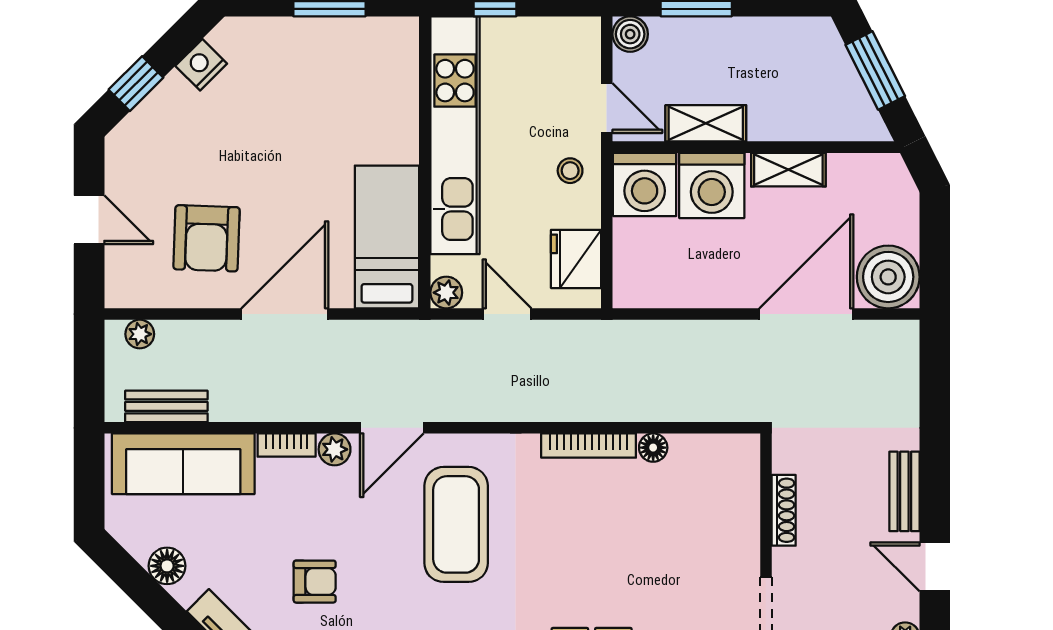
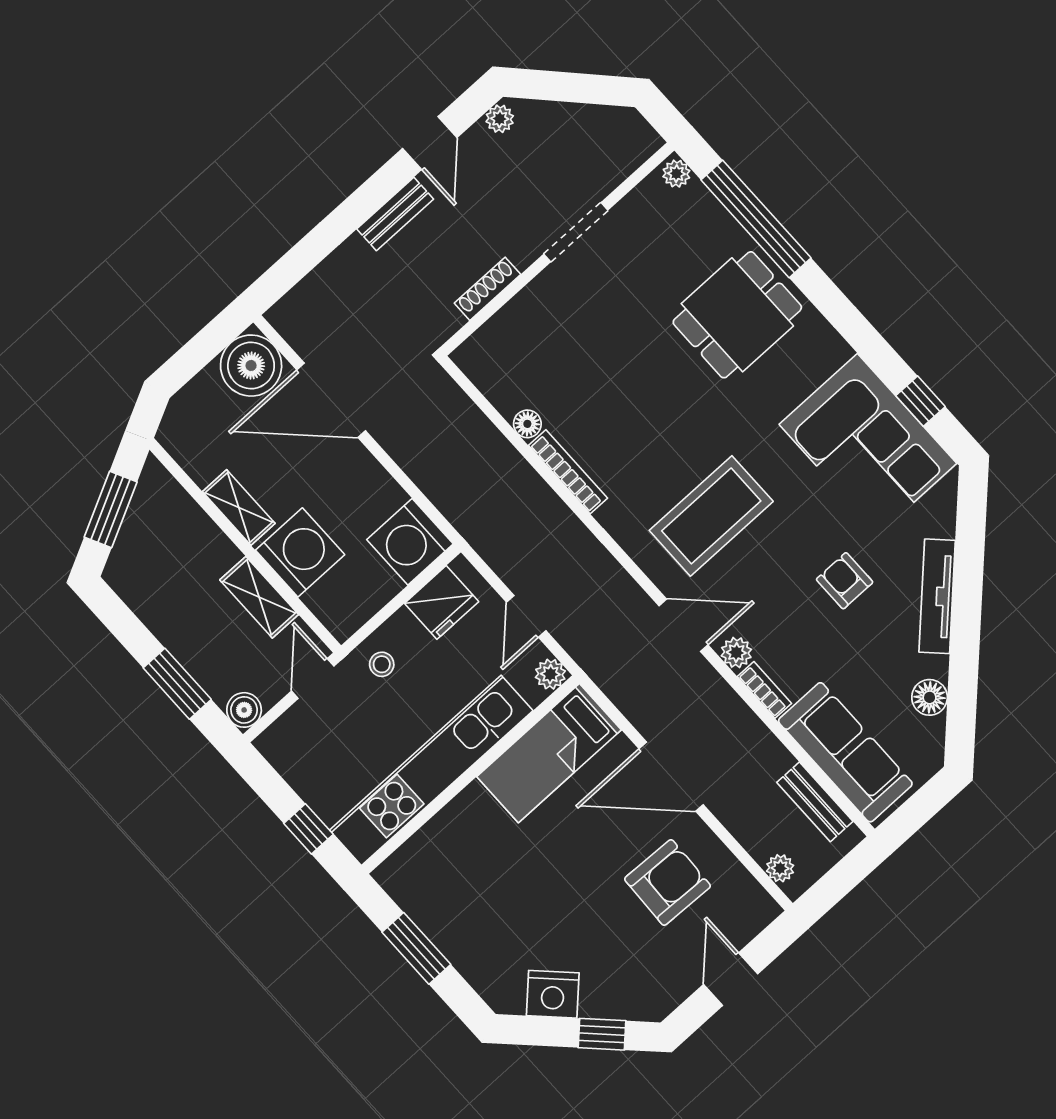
nightstand: (201, 65) -> (553, 994), width x1.36, depth x1.33
washing machine: (645, 184) -> (410, 542), moved, turned 180

